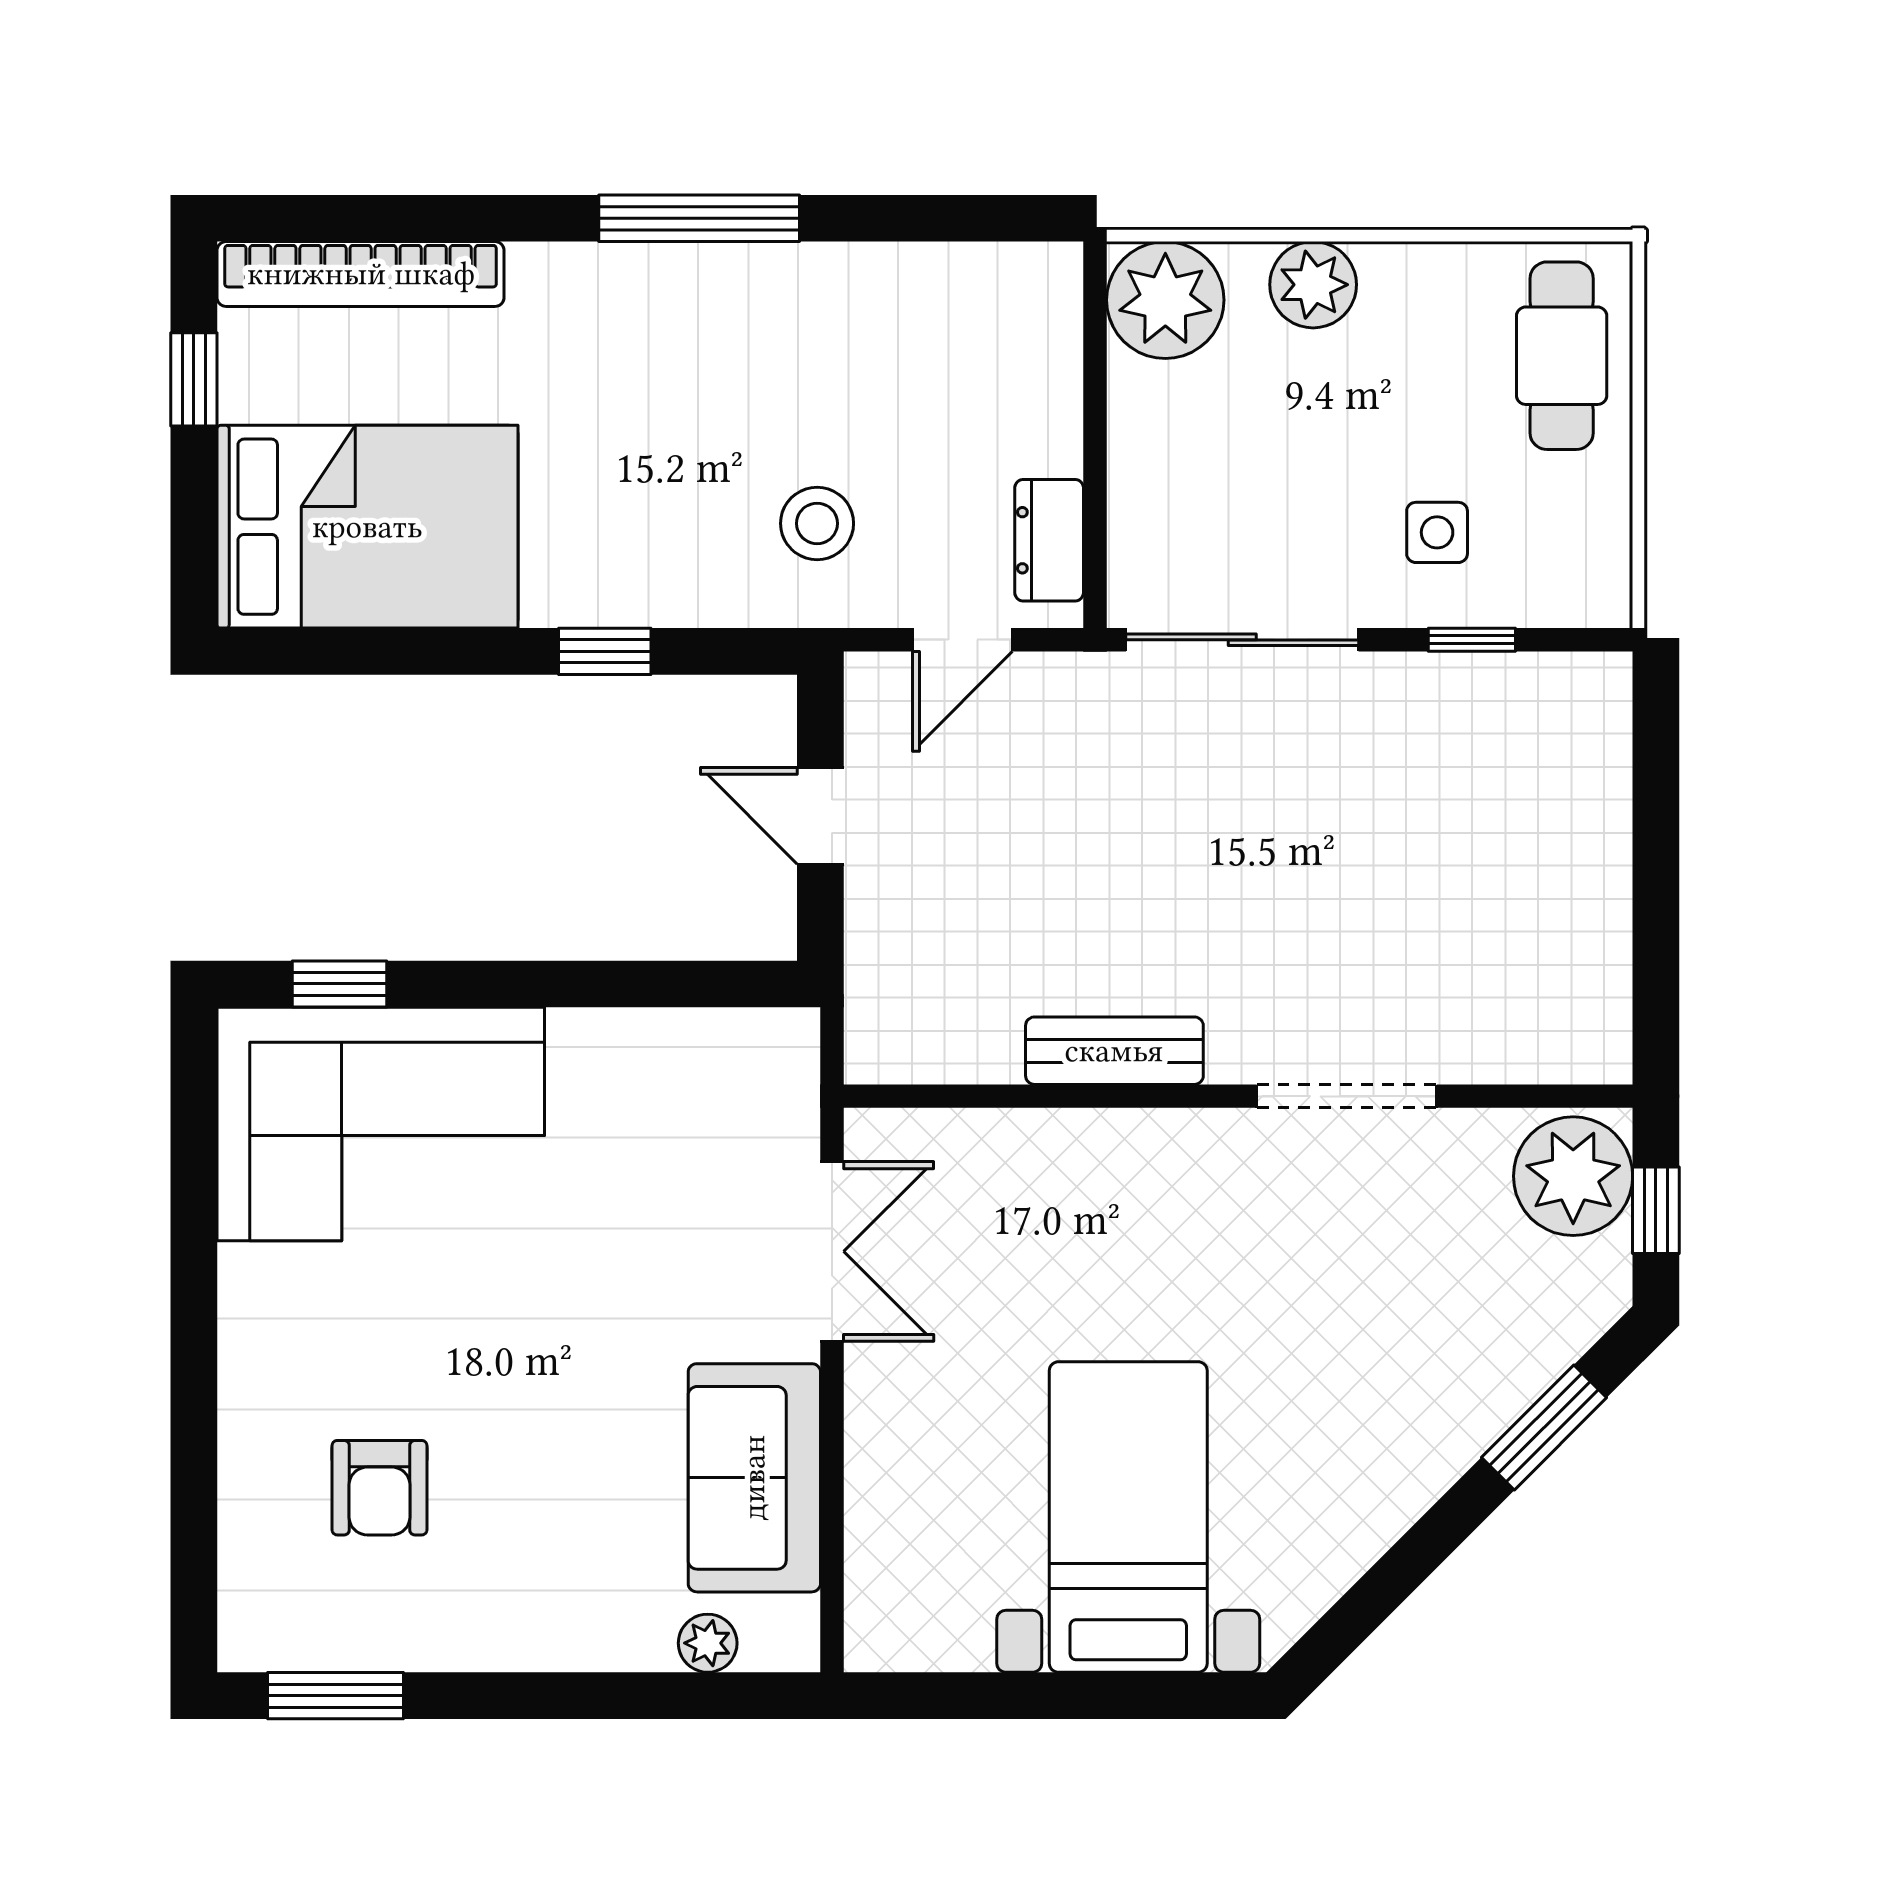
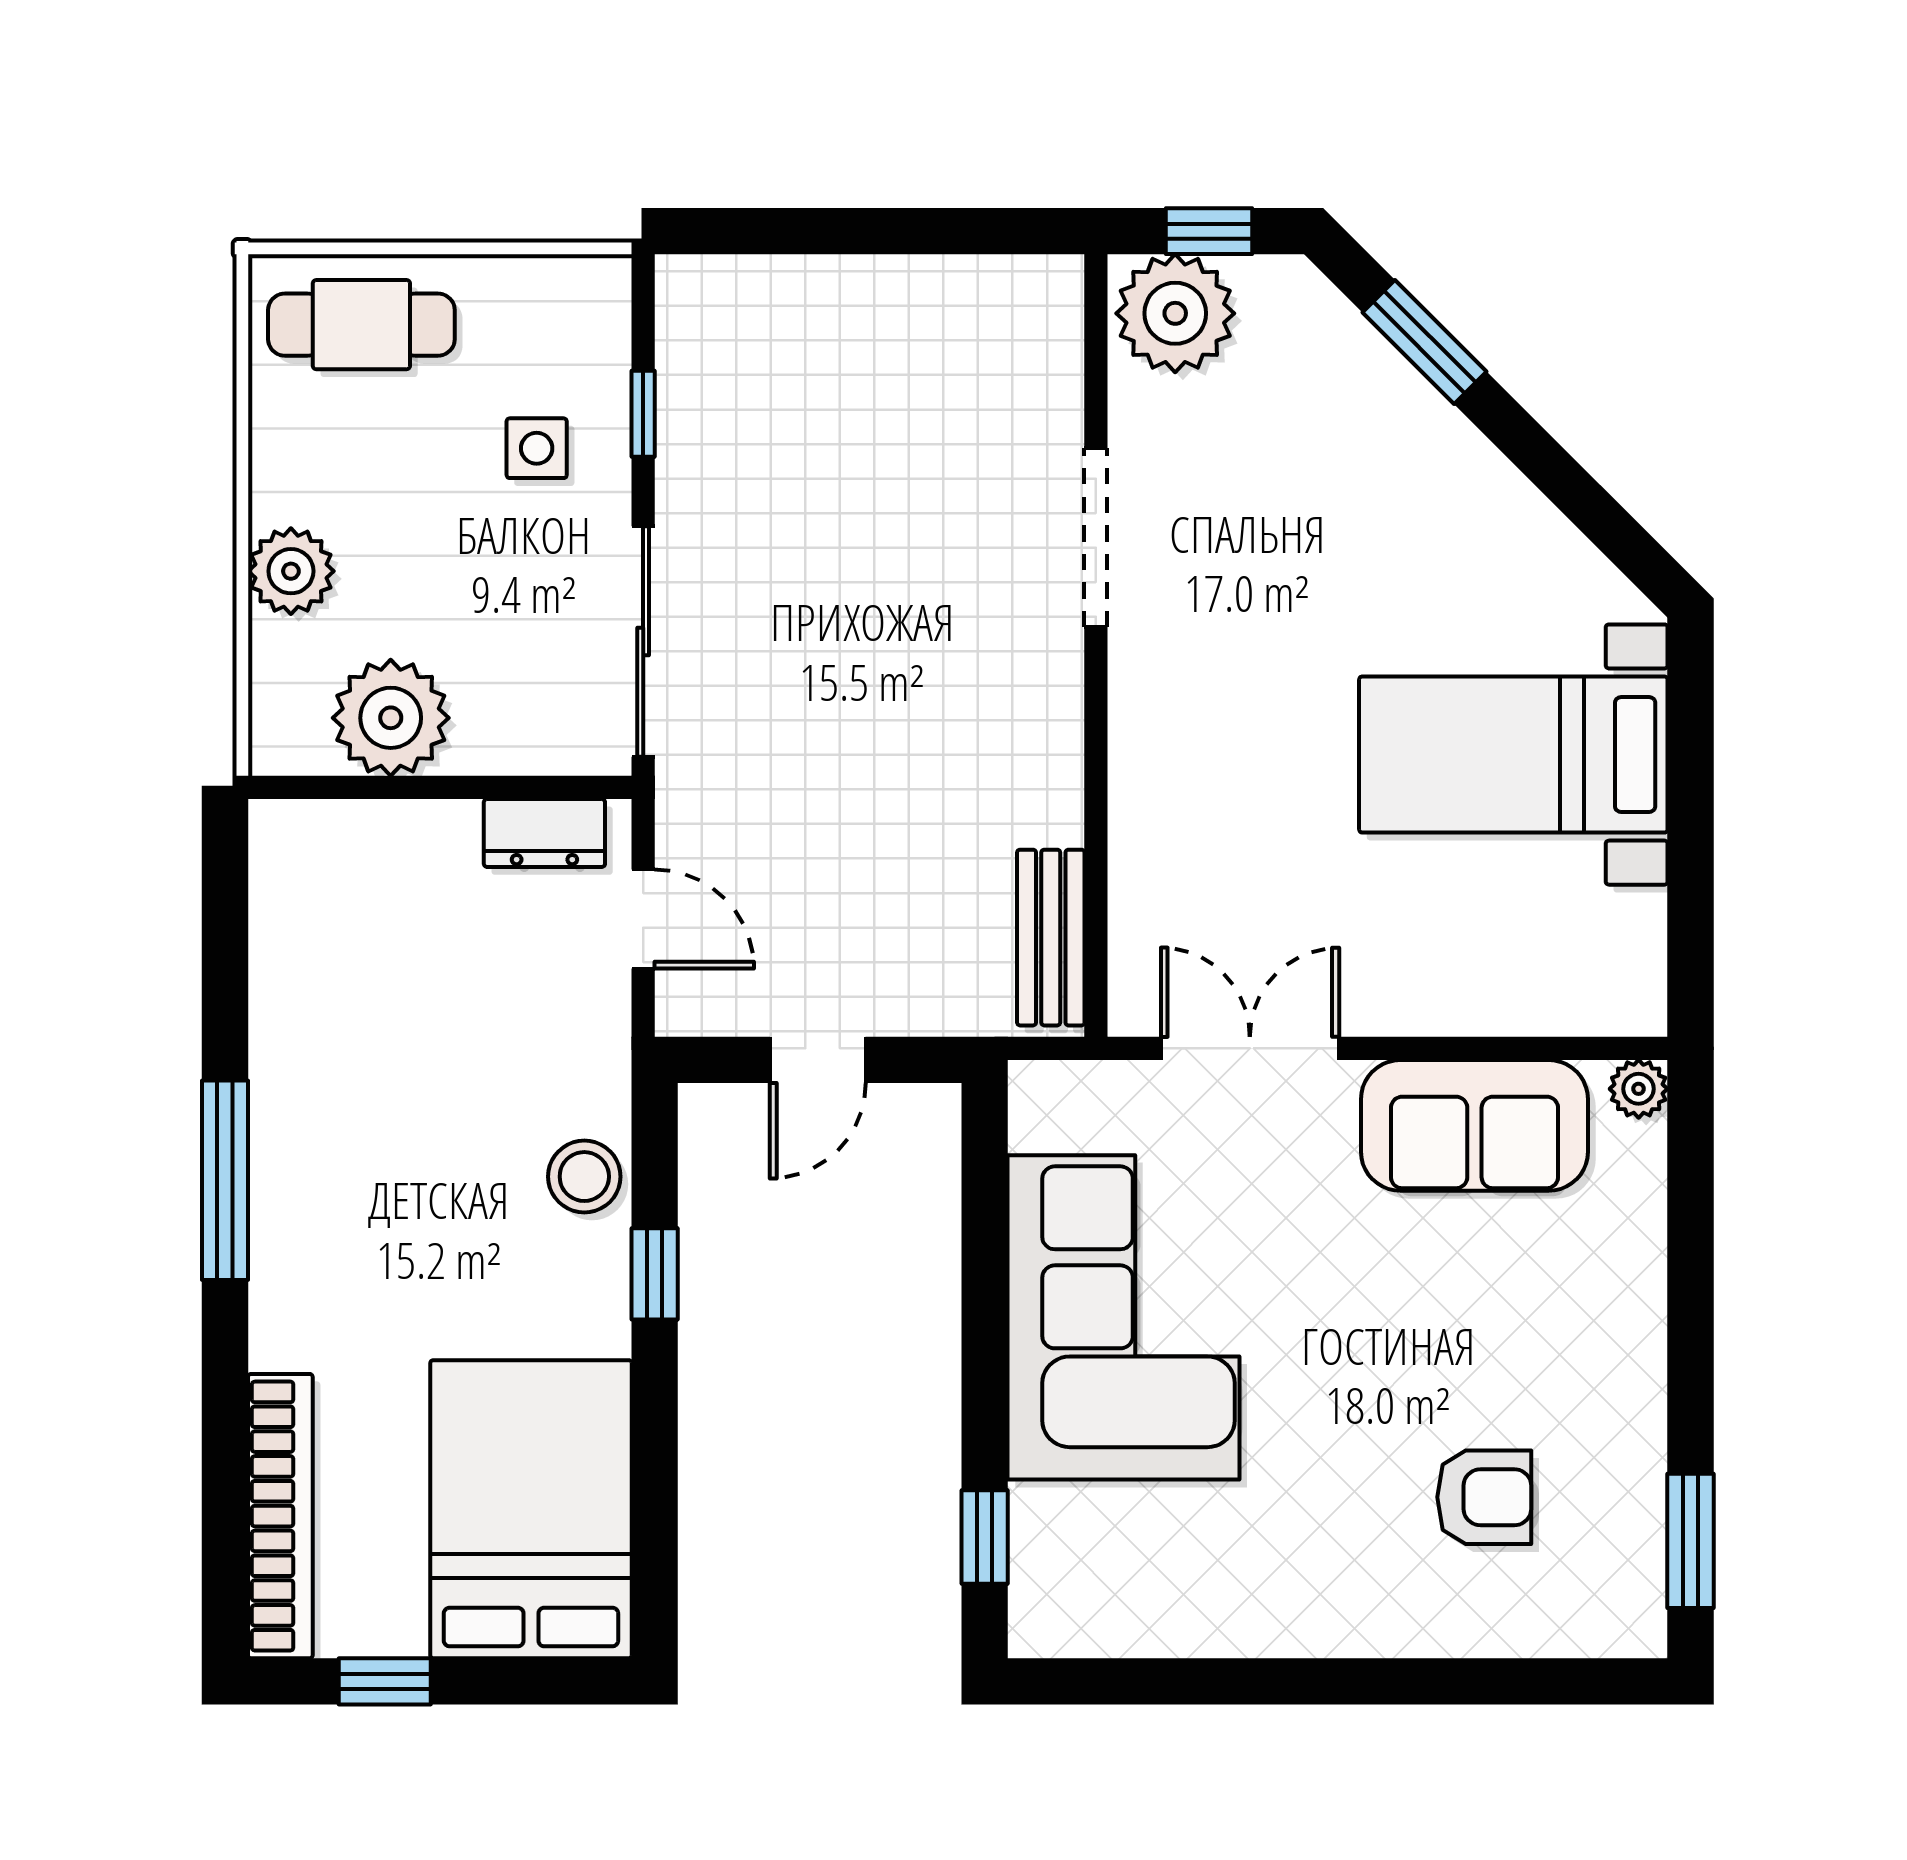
plant: (1165, 300) -> (391, 718), moved
stool: (817, 523) -> (584, 1177), moved
bench: (1114, 1051) -> (1051, 938), moved
corner sofa: (381, 1124) -> (1123, 1317), moved
plant: (708, 1643) -> (1639, 1089), moved

